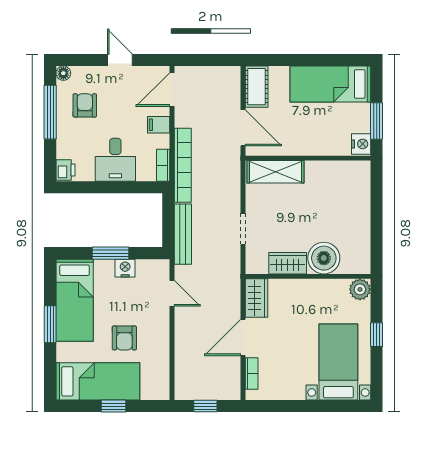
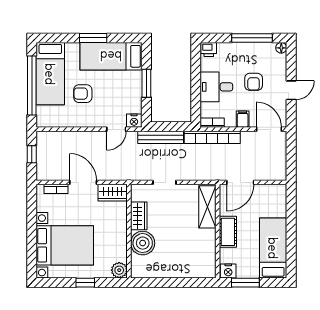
cot: (257, 87) -> (228, 232), moved, turned 90
armchair: (85, 105) -> (254, 82), moved, turned 90
nightstand: (125, 268) -> (134, 121), moved, turned 90
bed with nightstands: (338, 362) -> (65, 245), width x1.36
window: (114, 406) -> (32, 85), width x3.17

